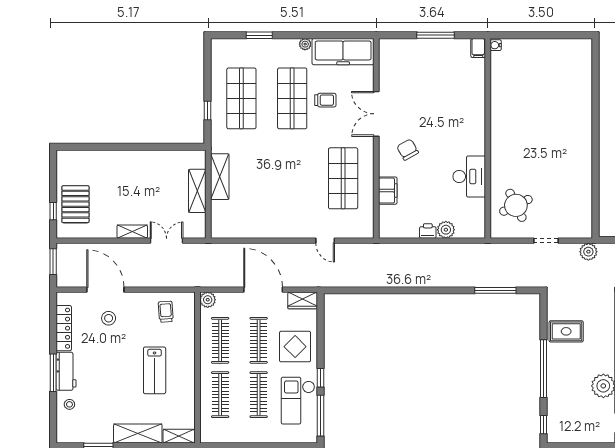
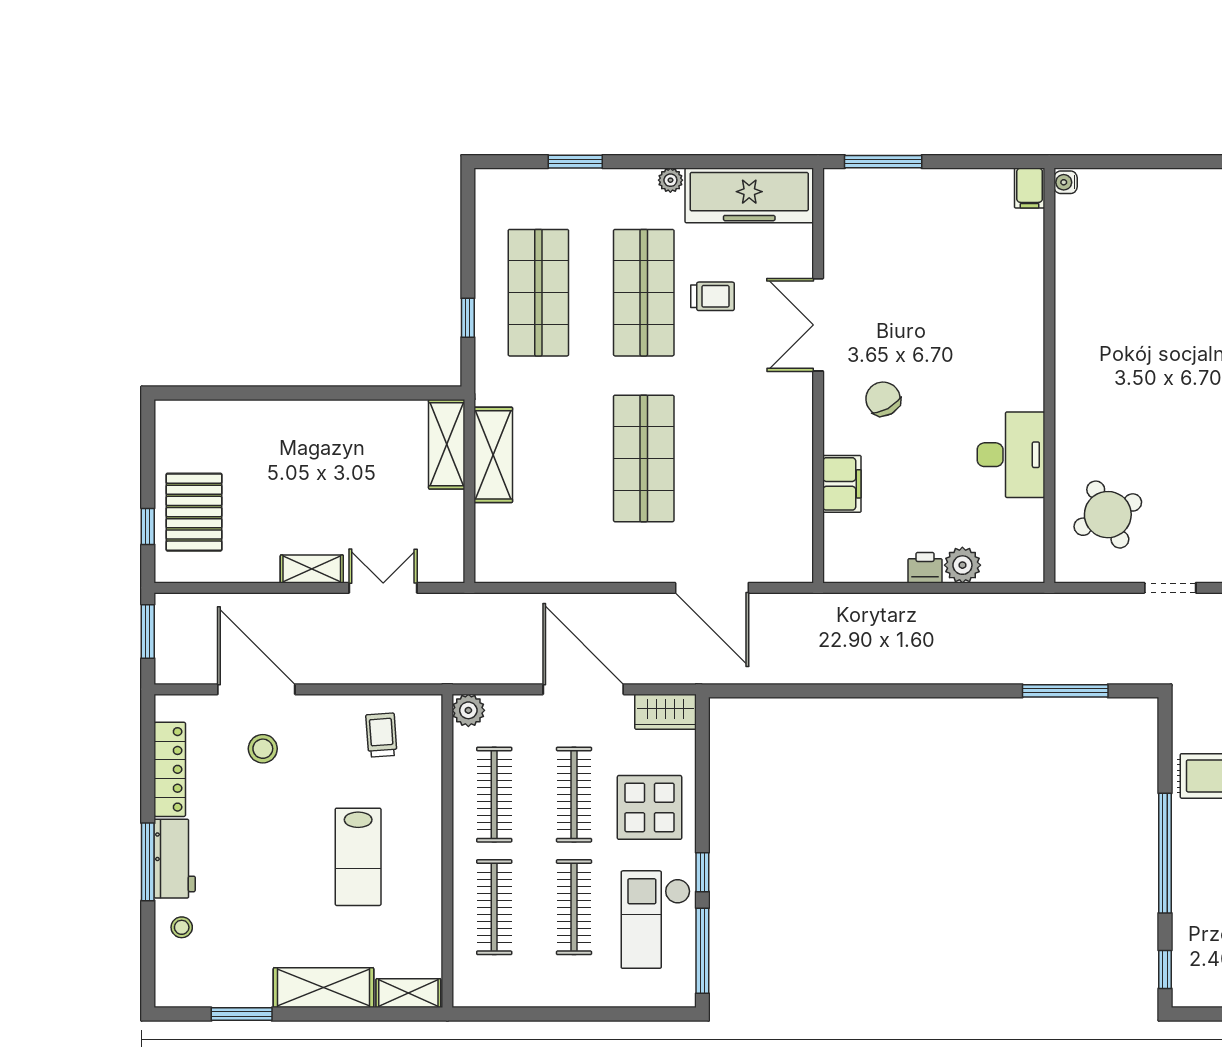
window: (435, 35) -> (883, 162), moved
shop shelf: (343, 178) -> (644, 458), moved
shelving: (197, 191) -> (447, 444), moved
door: (325, 241) -> (712, 588), width x1.88

